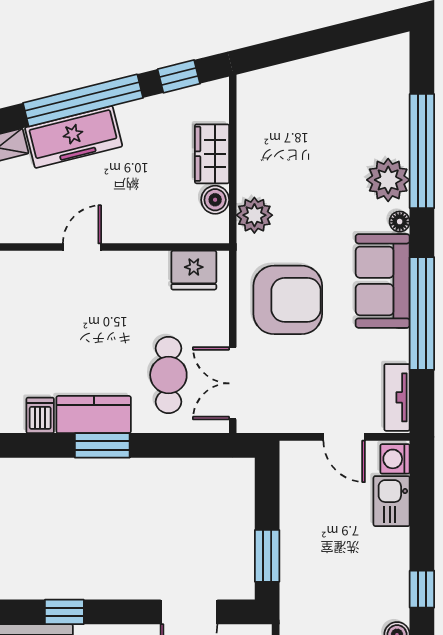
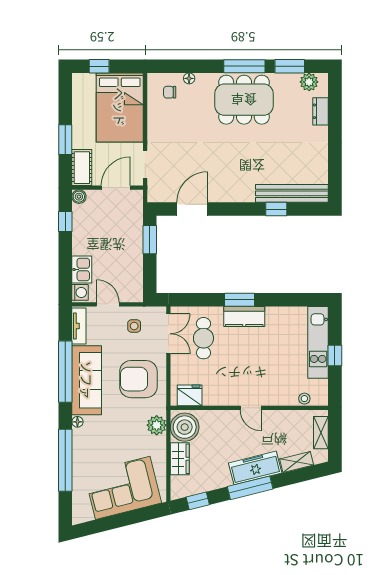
window: (83, 100) -> (250, 488), width x0.68
corner sofa: (317, 100) -> (123, 488), added
plant: (388, 180) -> (84, 444), removed
boiler: (215, 200) -> (185, 427), width x1.86, depth x1.86
door: (82, 247) -> (251, 408), hinge flipped
sofa: (383, 281) -> (87, 380), width x1.36
side table: (296, 397) -> (134, 326), added
dishwasher: (40, 415) -> (273, 316), removed
window: (64, 612) -> (276, 209), moved

